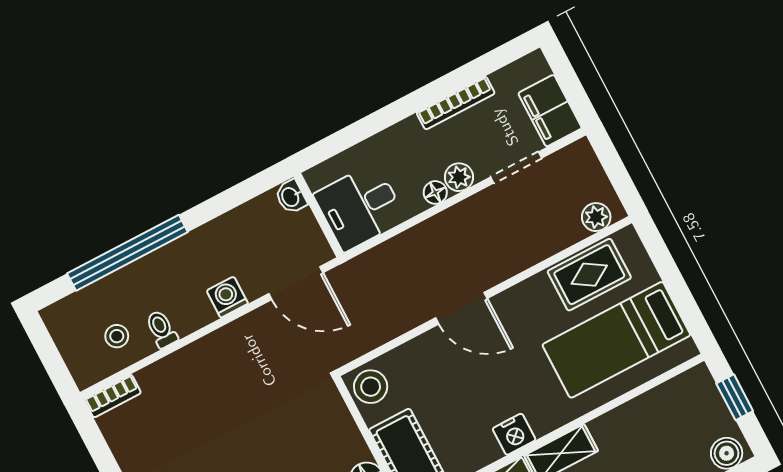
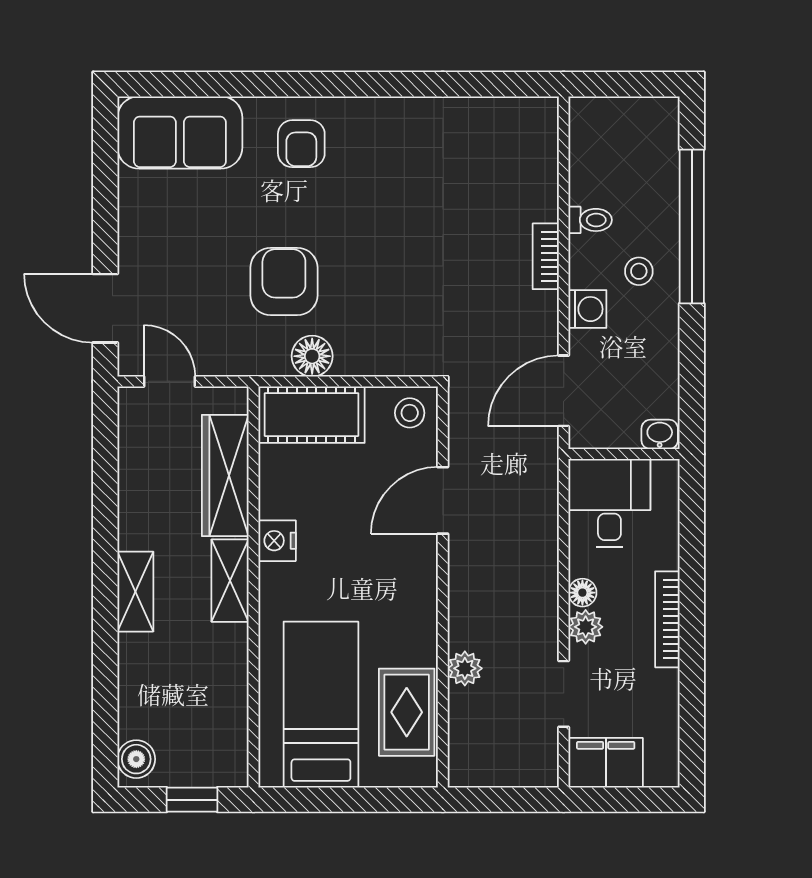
bookcase: (456, 103) -> (667, 619), moved
plant: (596, 217) -> (465, 668), moved
door: (461, 308) -> (443, 500), moved
stool: (117, 336) -> (639, 271), moved
stool: (371, 387) -> (410, 413), width x0.73, depth x0.73
bookcase: (112, 396) -> (546, 256), moved

